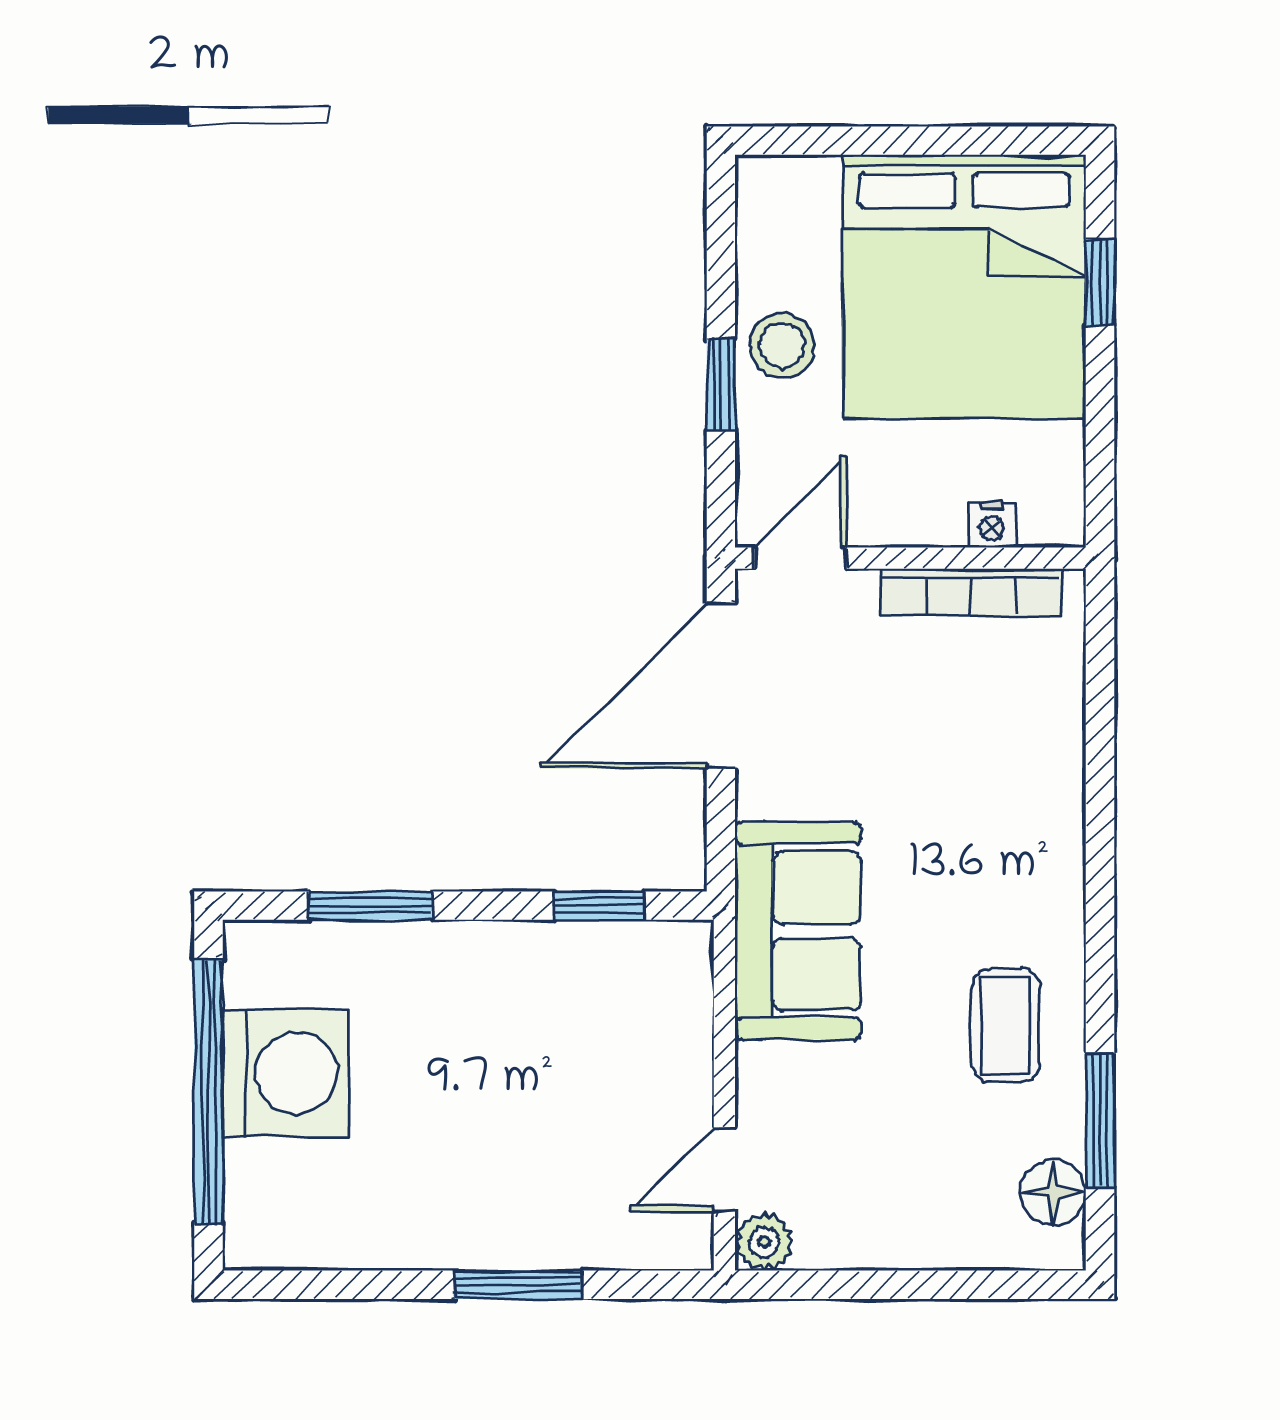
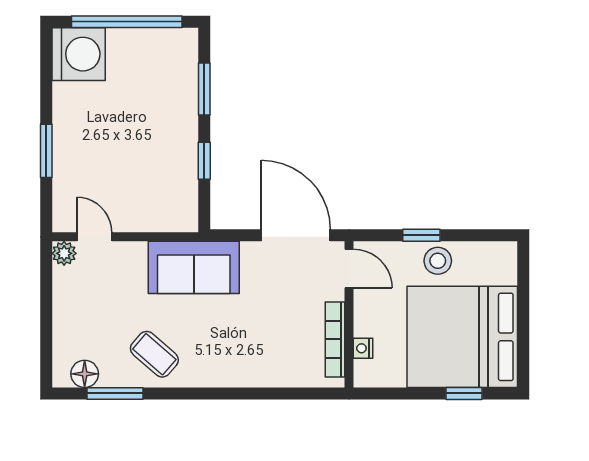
window: (599, 906) -> (204, 161), moved
coffee table: (1006, 1025) -> (154, 354), turned 41
washing machine: (286, 1073) -> (79, 54), moved, turned -90

